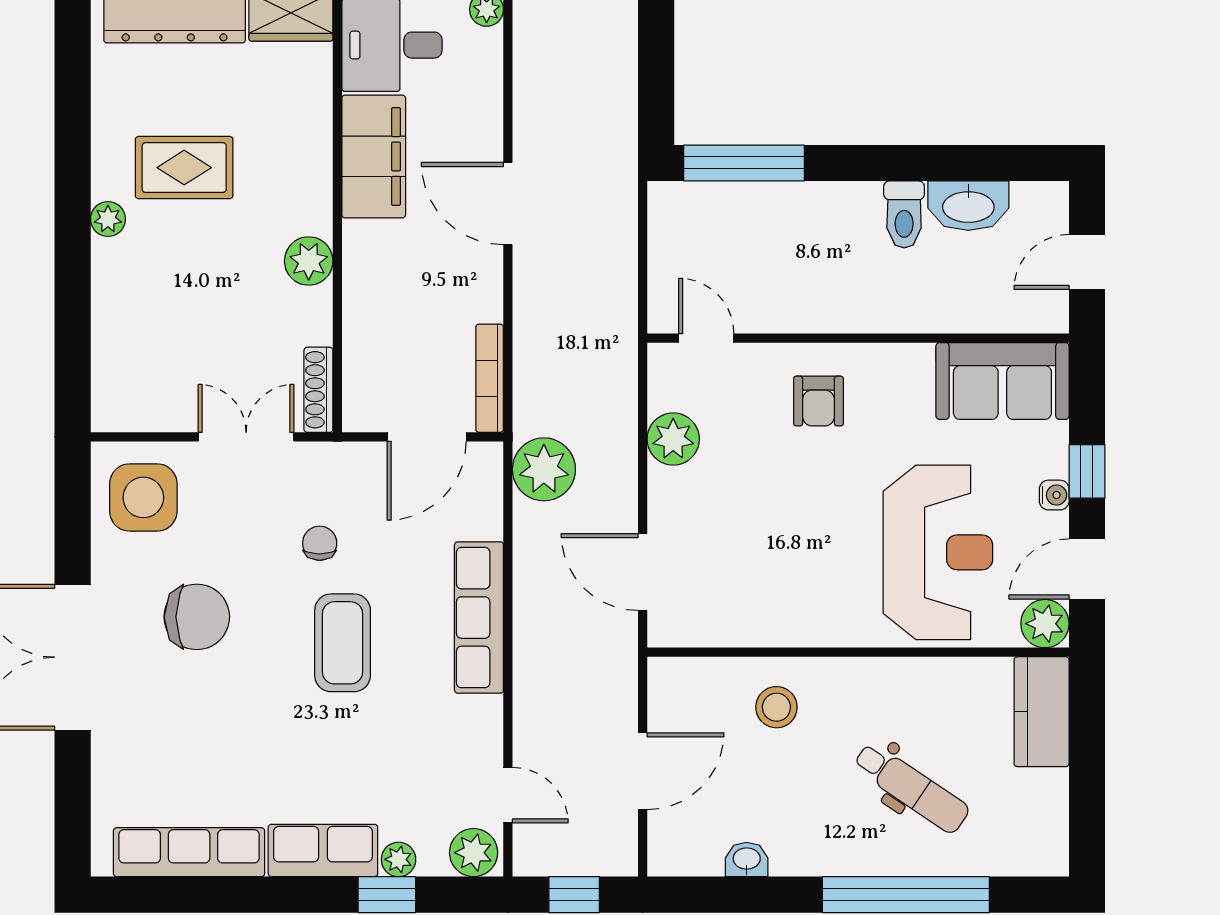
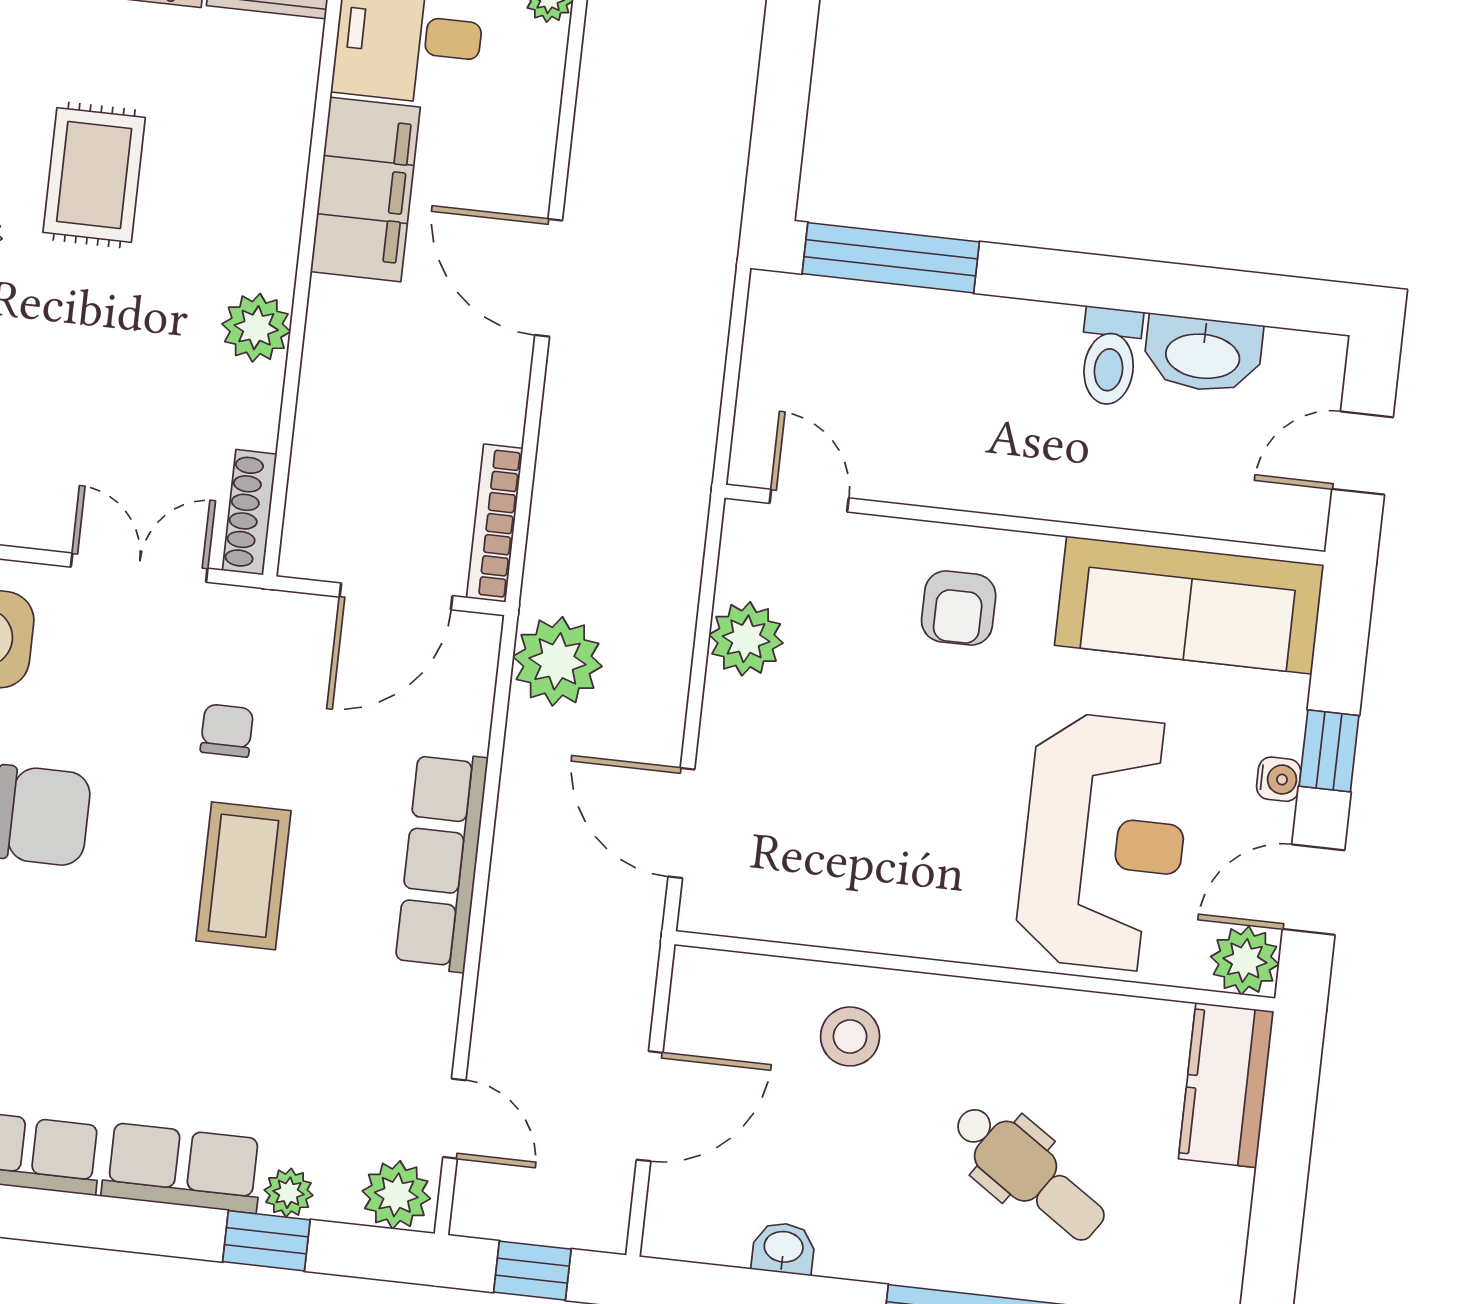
rug: (184, 168) -> (94, 175), turned 90
sofa: (1002, 381) -> (1189, 605), width x1.36

